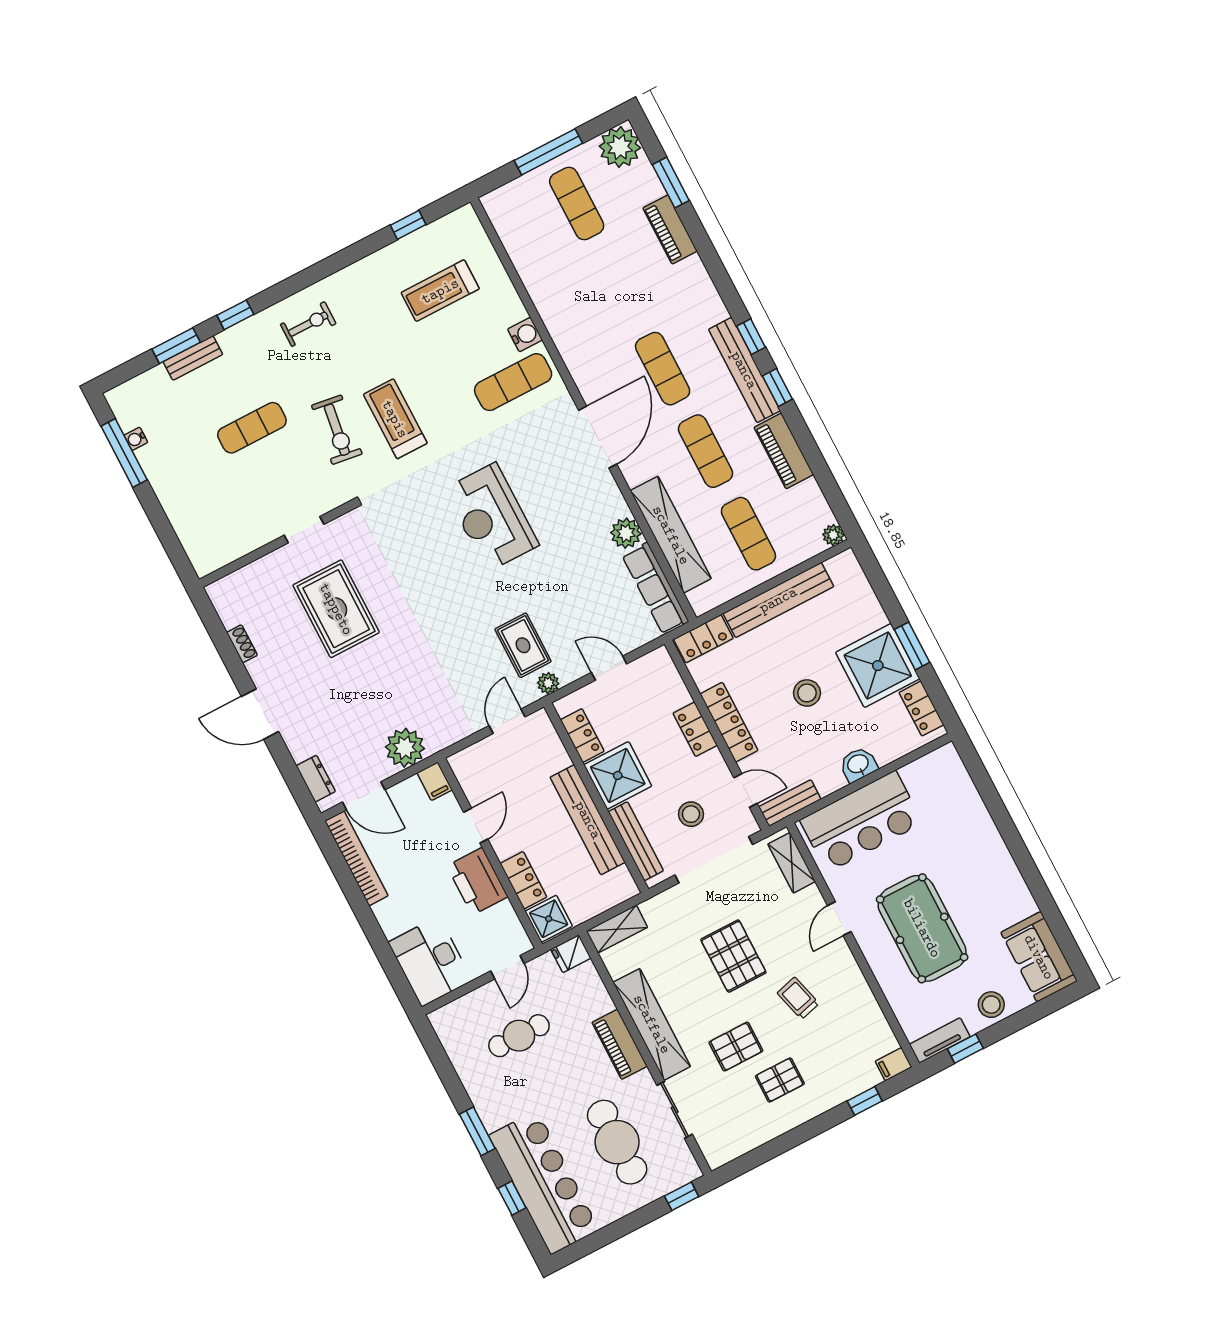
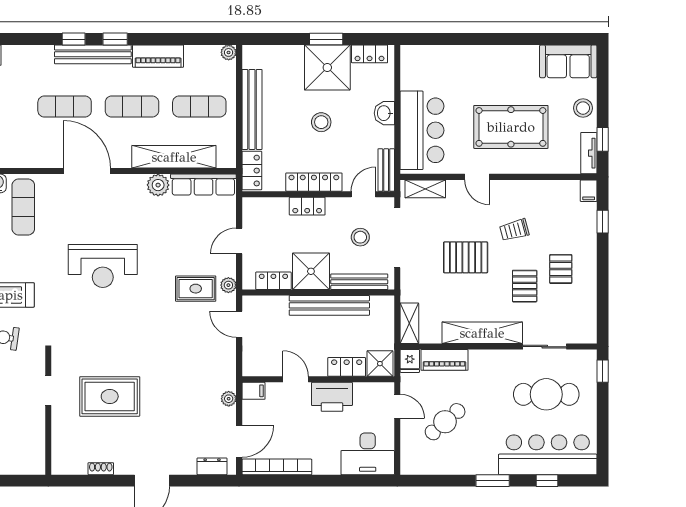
plant: (405, 748) -> (229, 399), width x0.53, depth x0.53
cafe table: (519, 1036) -> (445, 422), turned 49
piano: (620, 1044) -> (444, 360), moved

